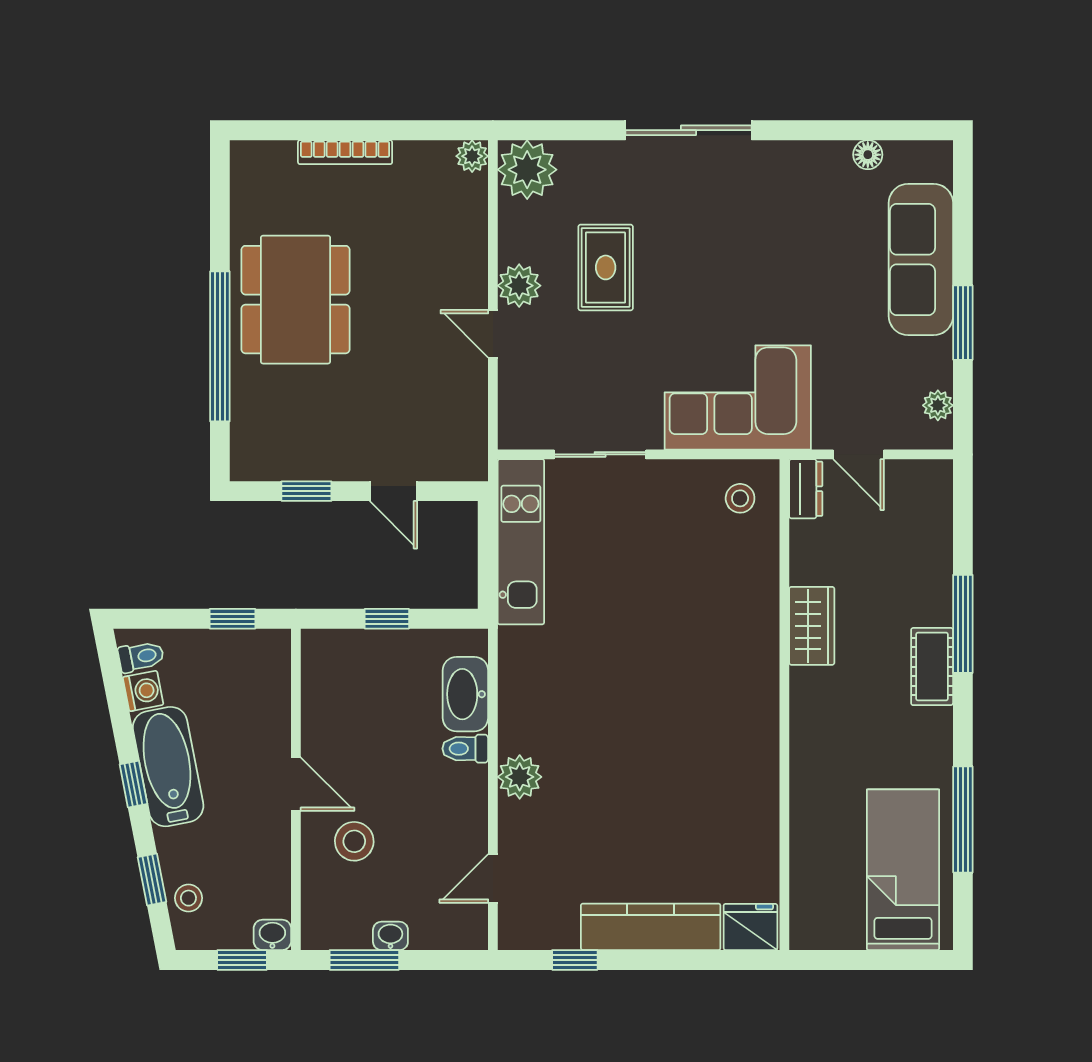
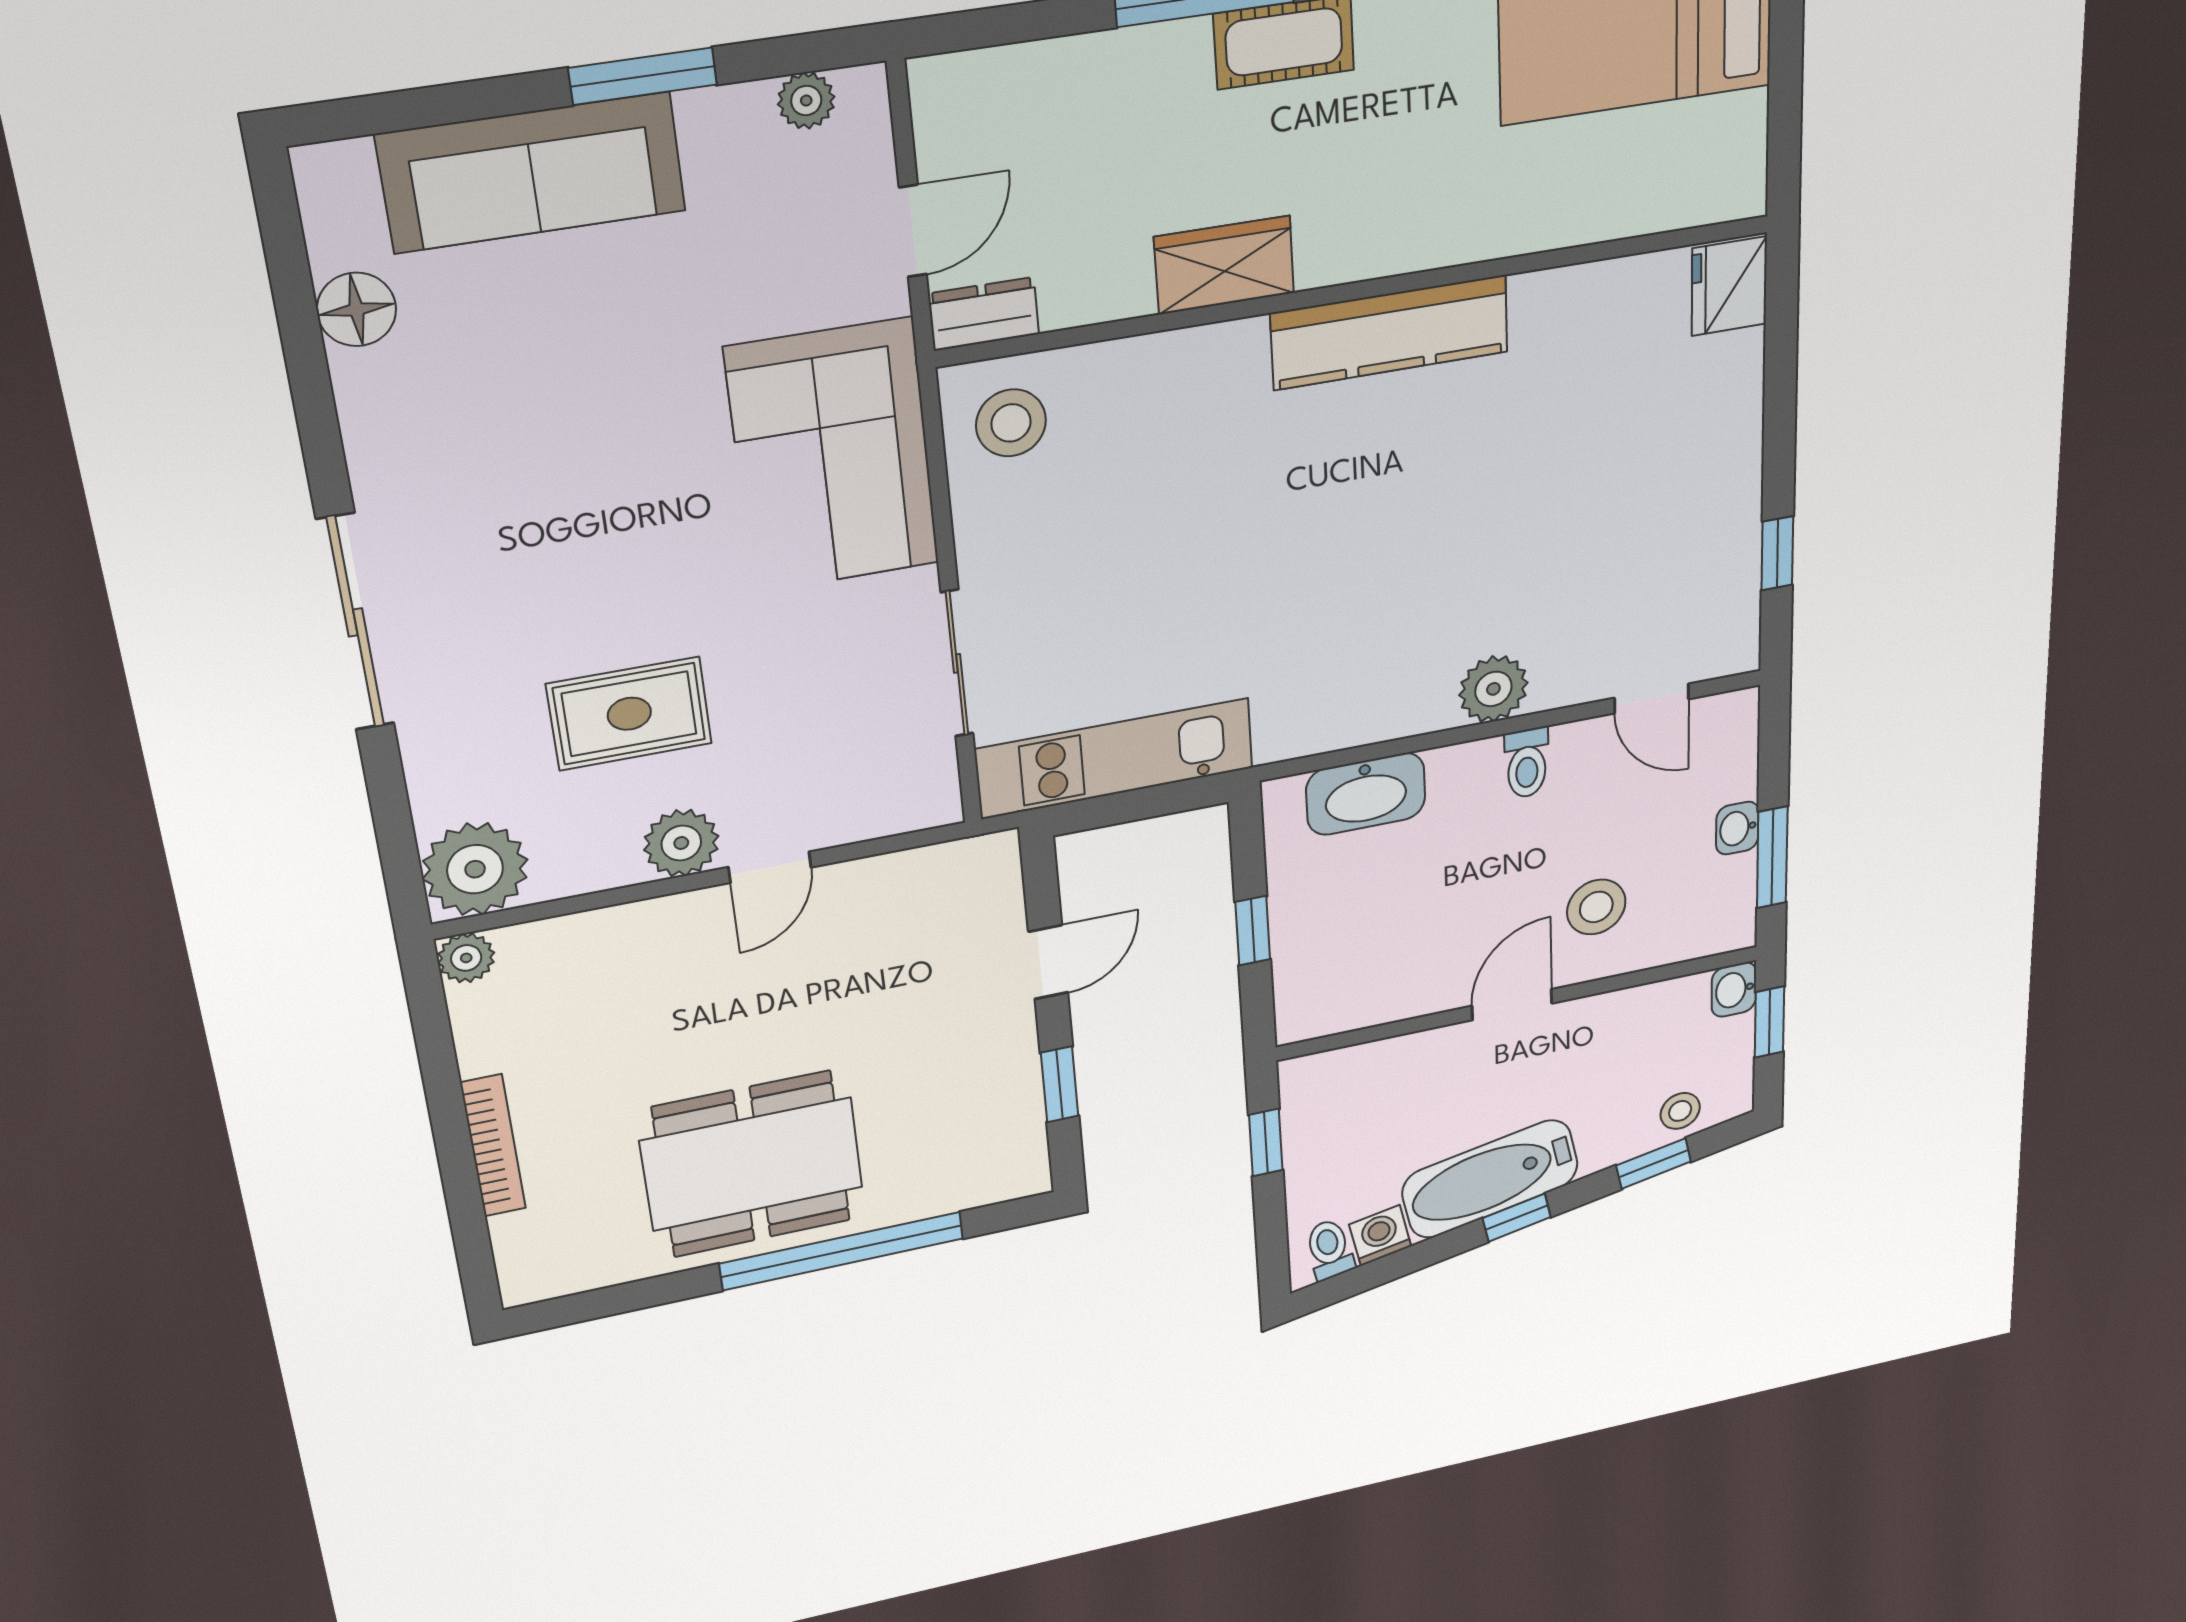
floor lamp: (868, 155) -> (356, 309), width x1.37, depth x1.37
stool: (740, 498) -> (1011, 423), width x1.37, depth x1.37
toilet: (465, 749) -> (1527, 763), moved
kitchen counter: (651, 927) -> (1390, 332), moved, turned -90

